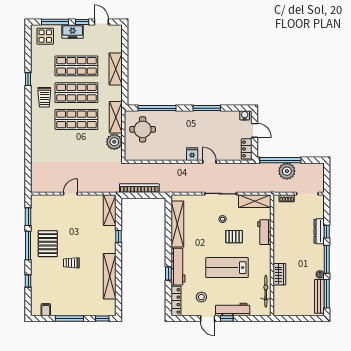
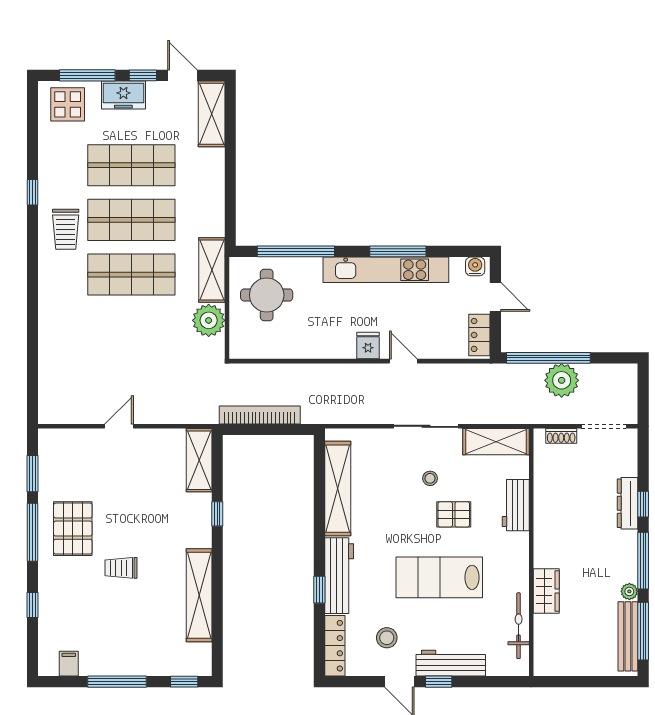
shelving: (116, 69) -> (212, 114), moved
kitchen unit: (201, 117) -> (386, 270), added

